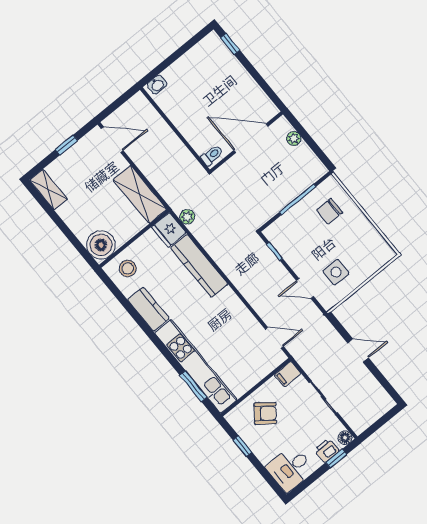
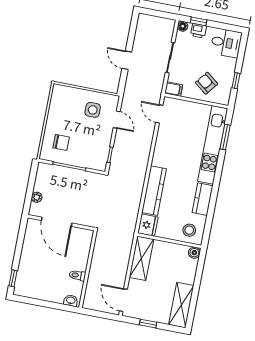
toilet: (212, 155) -> (77, 275), moved
shelving: (49, 190) -> (181, 305), width x1.50, depth x1.33
plant: (187, 217) -> (132, 221), removed
boiler: (101, 245) -> (194, 253), width x0.54, depth x0.54

